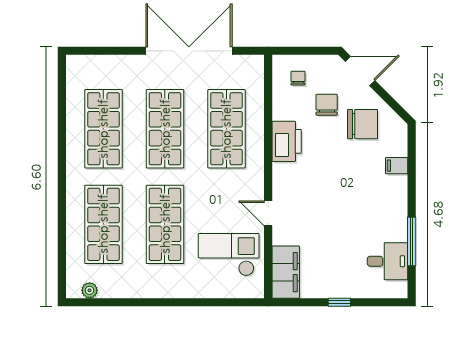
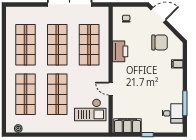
chair: (327, 105) -> (141, 32), removed
checkout: (229, 255) -> (90, 110), turned 180
filing cabinet: (286, 272) -> (127, 126), moved, turned -90

